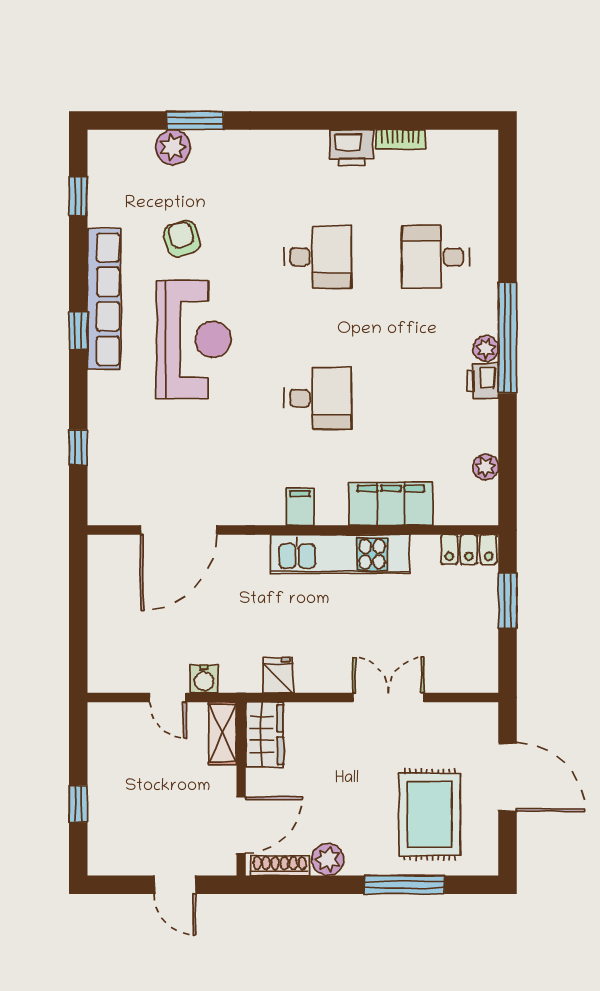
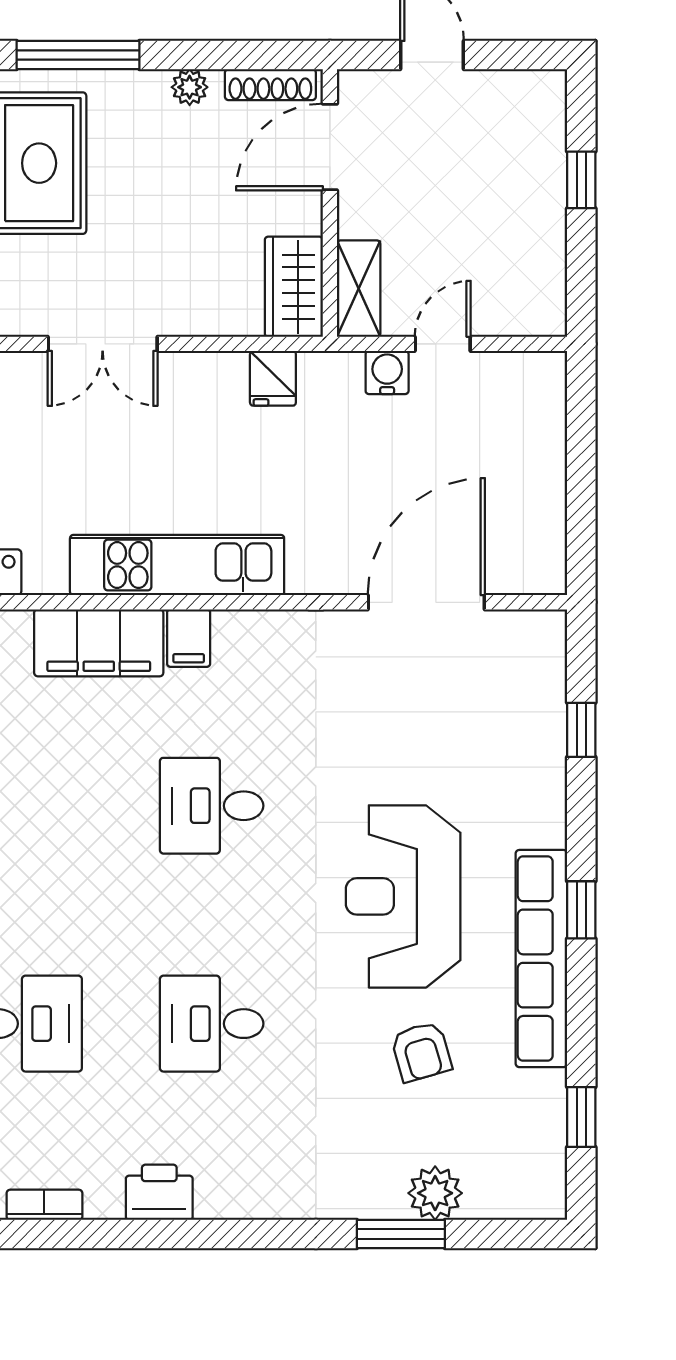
bookcase: (400, 140) -> (44, 1205), moved
filing cabinet: (300, 507) -> (189, 638), moved
door: (168, 697) -> (443, 344), hinge flipped
plant: (328, 859) -> (190, 87), width x0.73, depth x0.73

